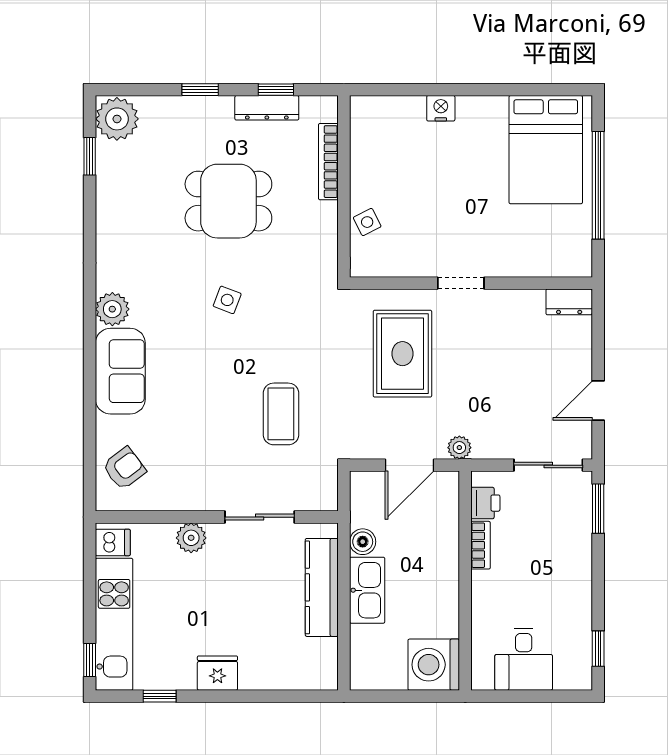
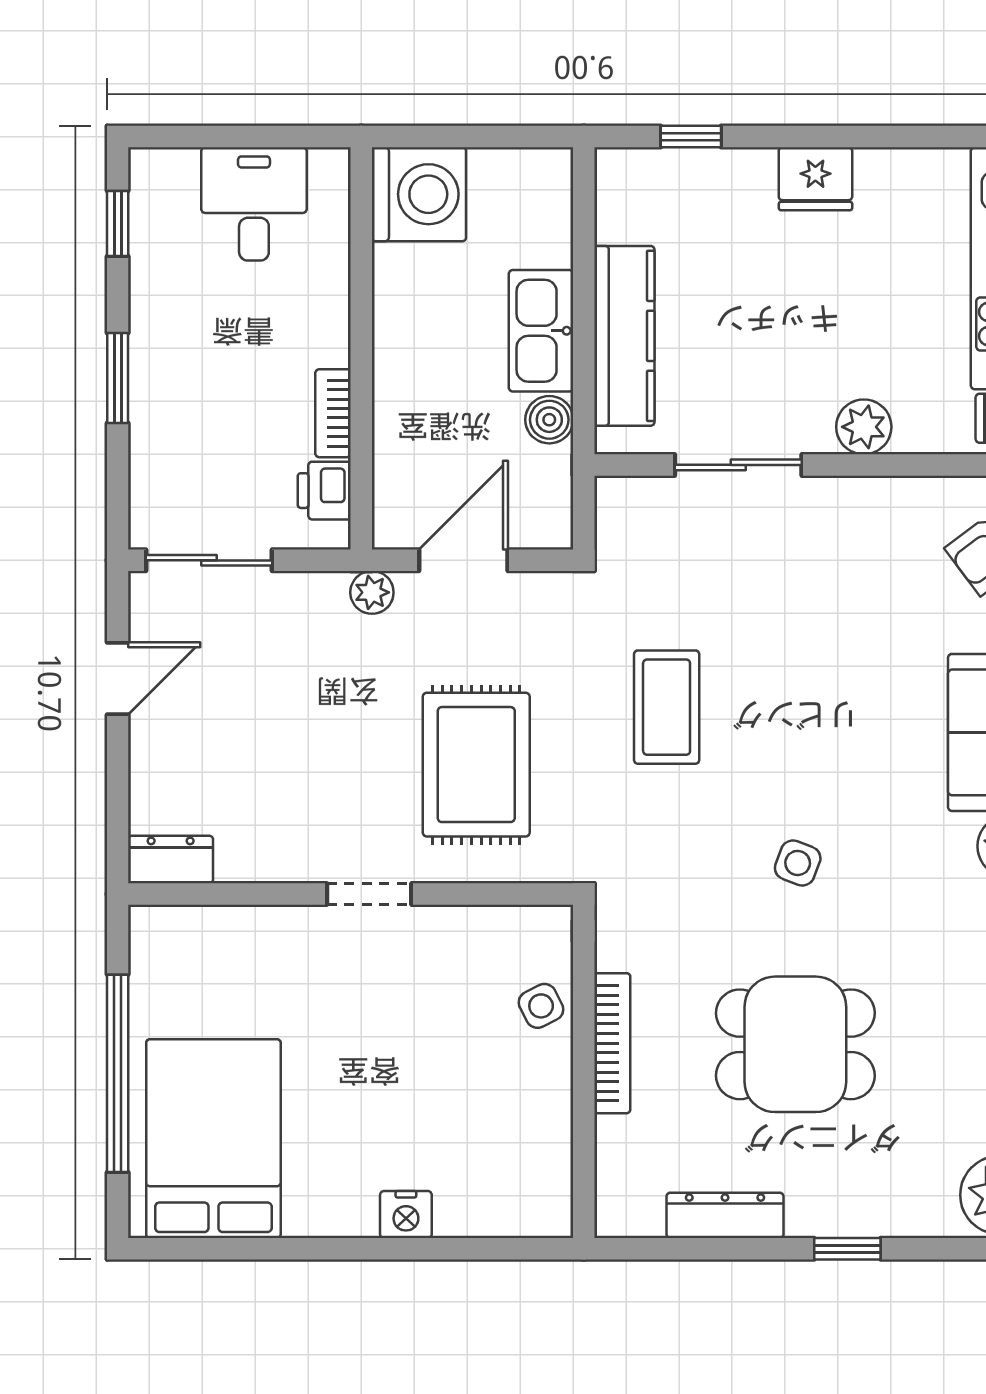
window: (276, 90) -> (708, 1249), removed
bookcase: (328, 162) -> (612, 1043), moved
coffee table: (281, 414) -> (667, 707), moved
window: (598, 509) -> (118, 378), moved
window: (160, 696) -> (691, 137), moved

